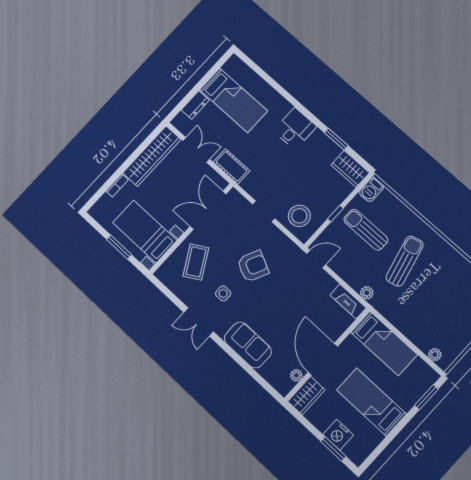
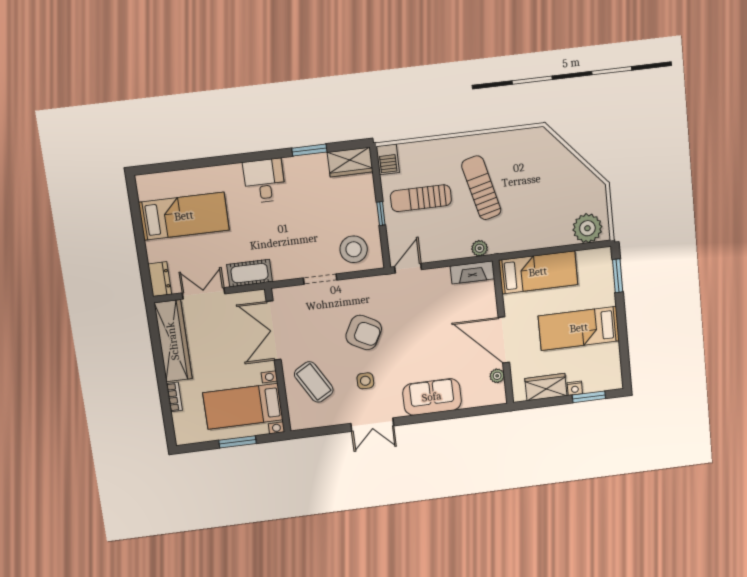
dresser: (195, 105) -> (160, 279), moved
armchair: (253, 266) -> (364, 333), turned 93
plant: (435, 355) -> (587, 228), width x1.88, depth x1.88
wardrobe: (306, 396) -> (546, 387), moved, turned -90
nightstand: (338, 435) -> (575, 388), width x0.53, depth x0.56

